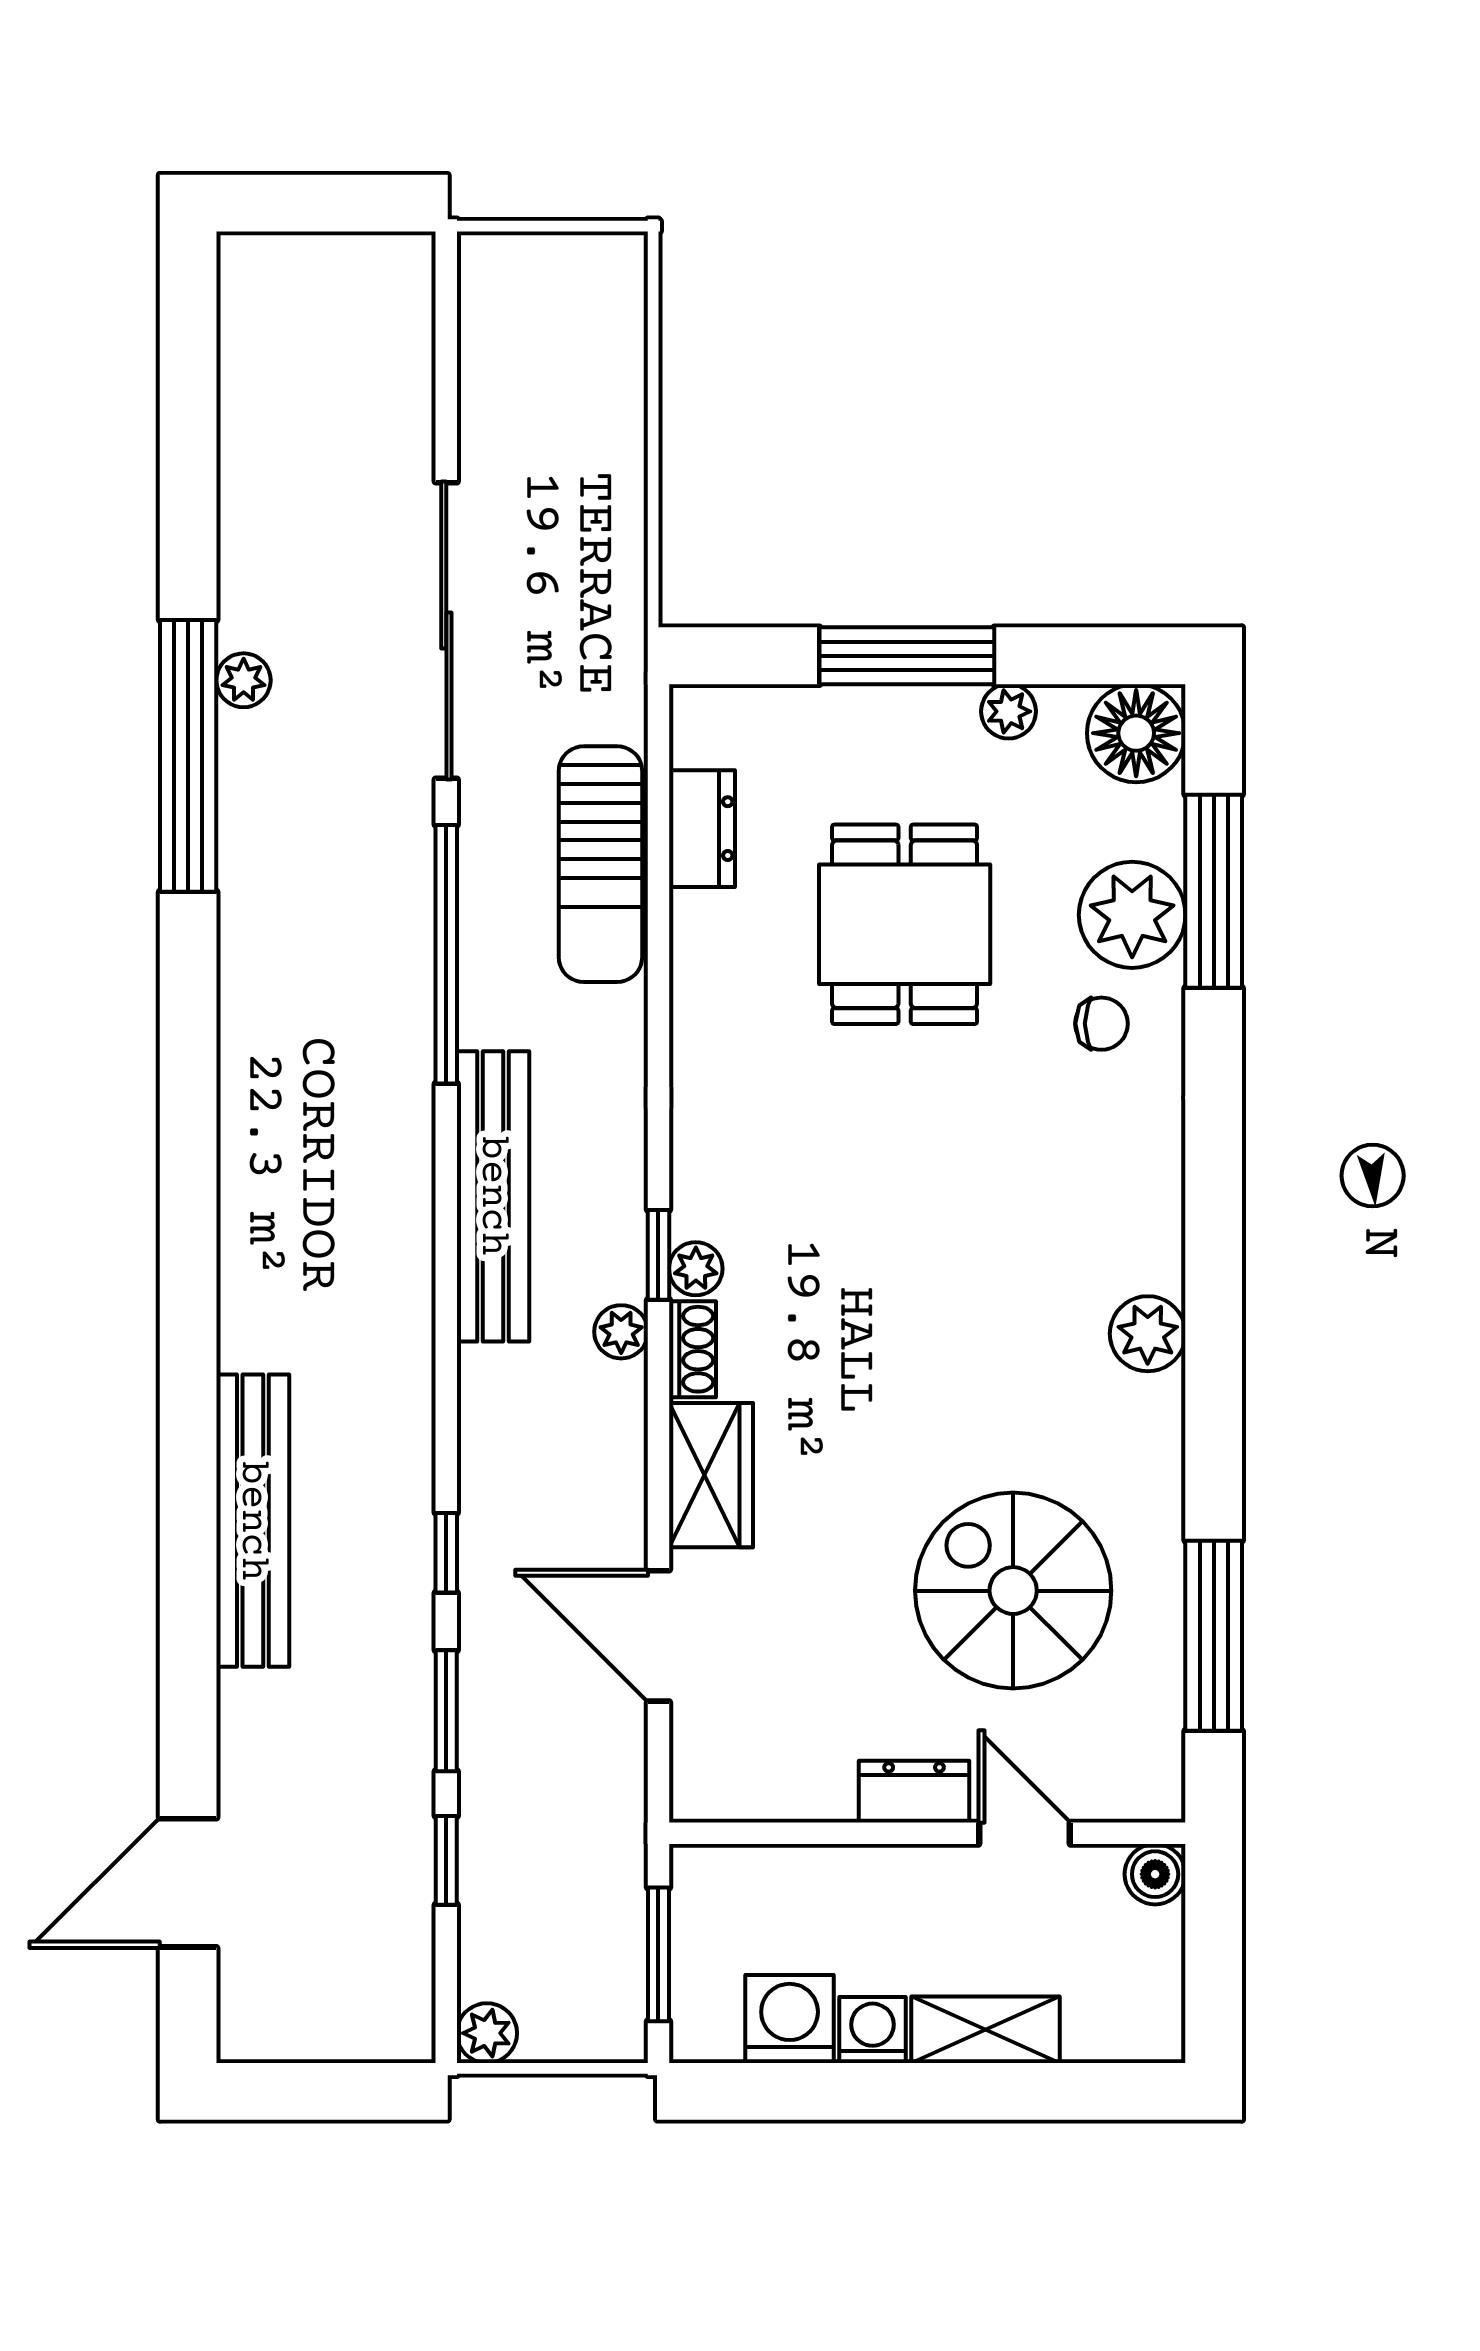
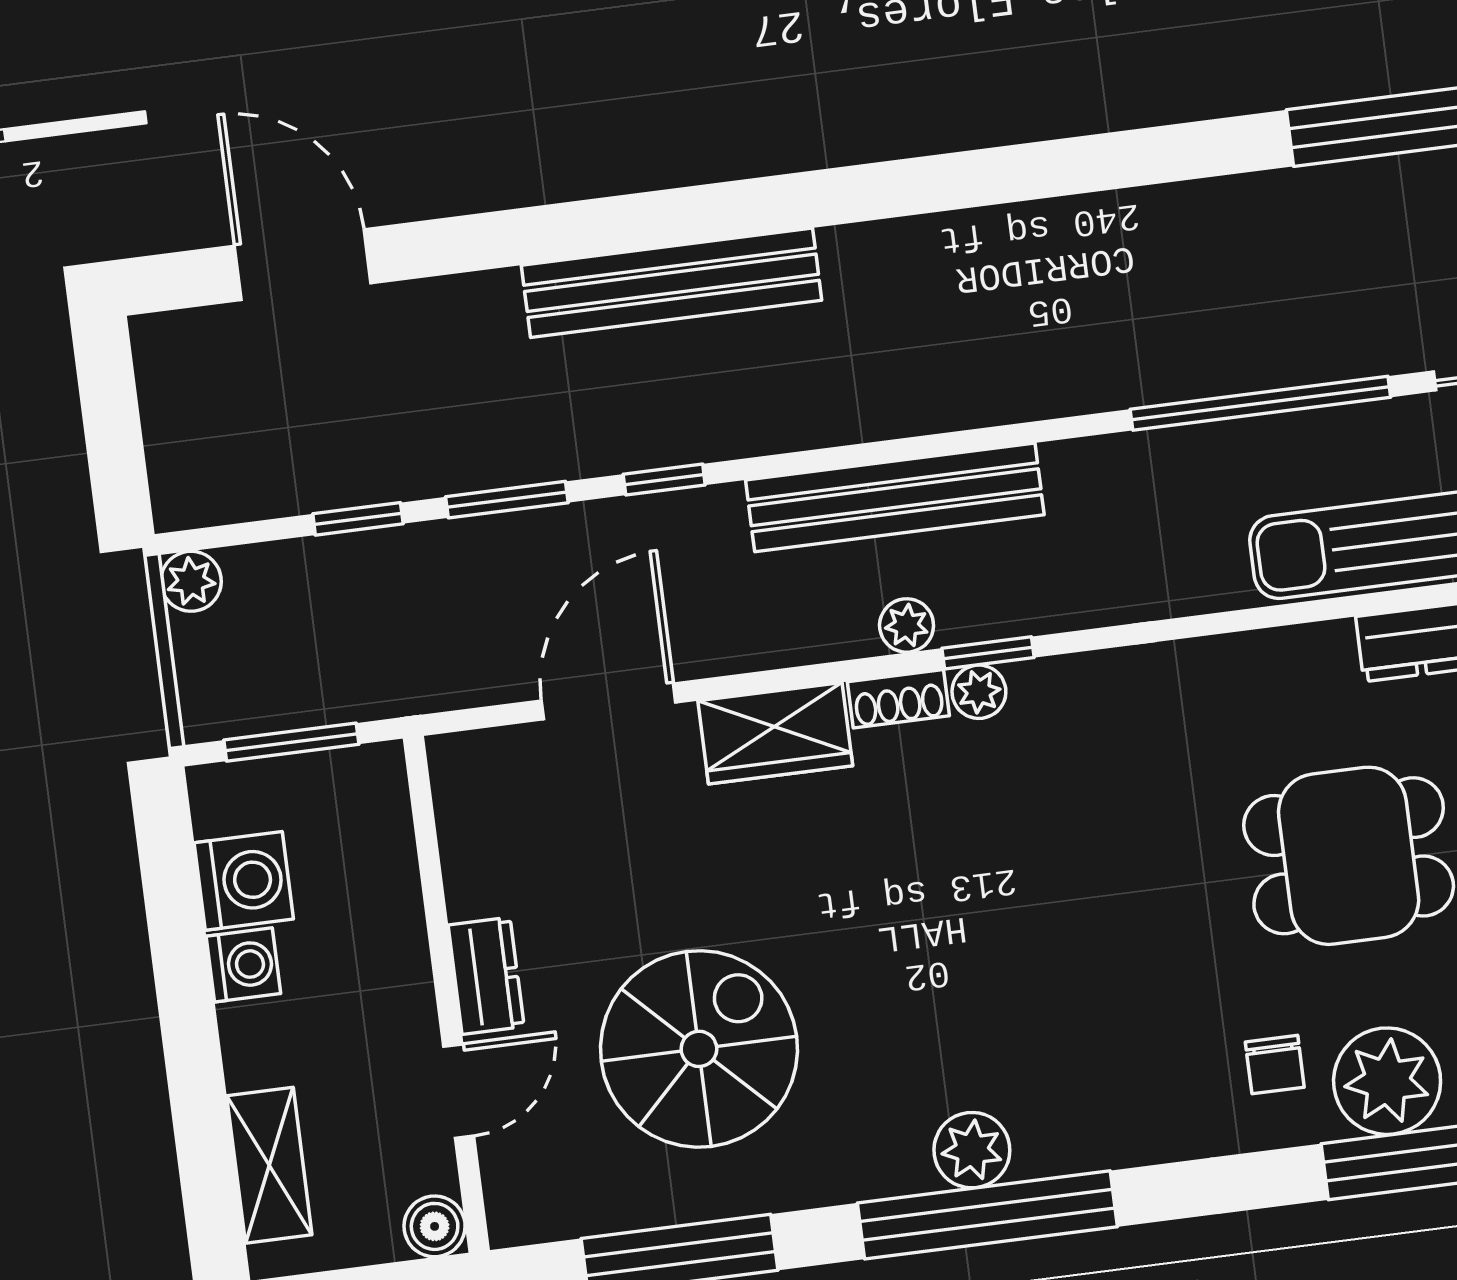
bench: (493, 1196) -> (895, 497), moved
window: (1214, 1327) -> (987, 1215), added
shelving: (985, 2030) -> (269, 1165), moved

